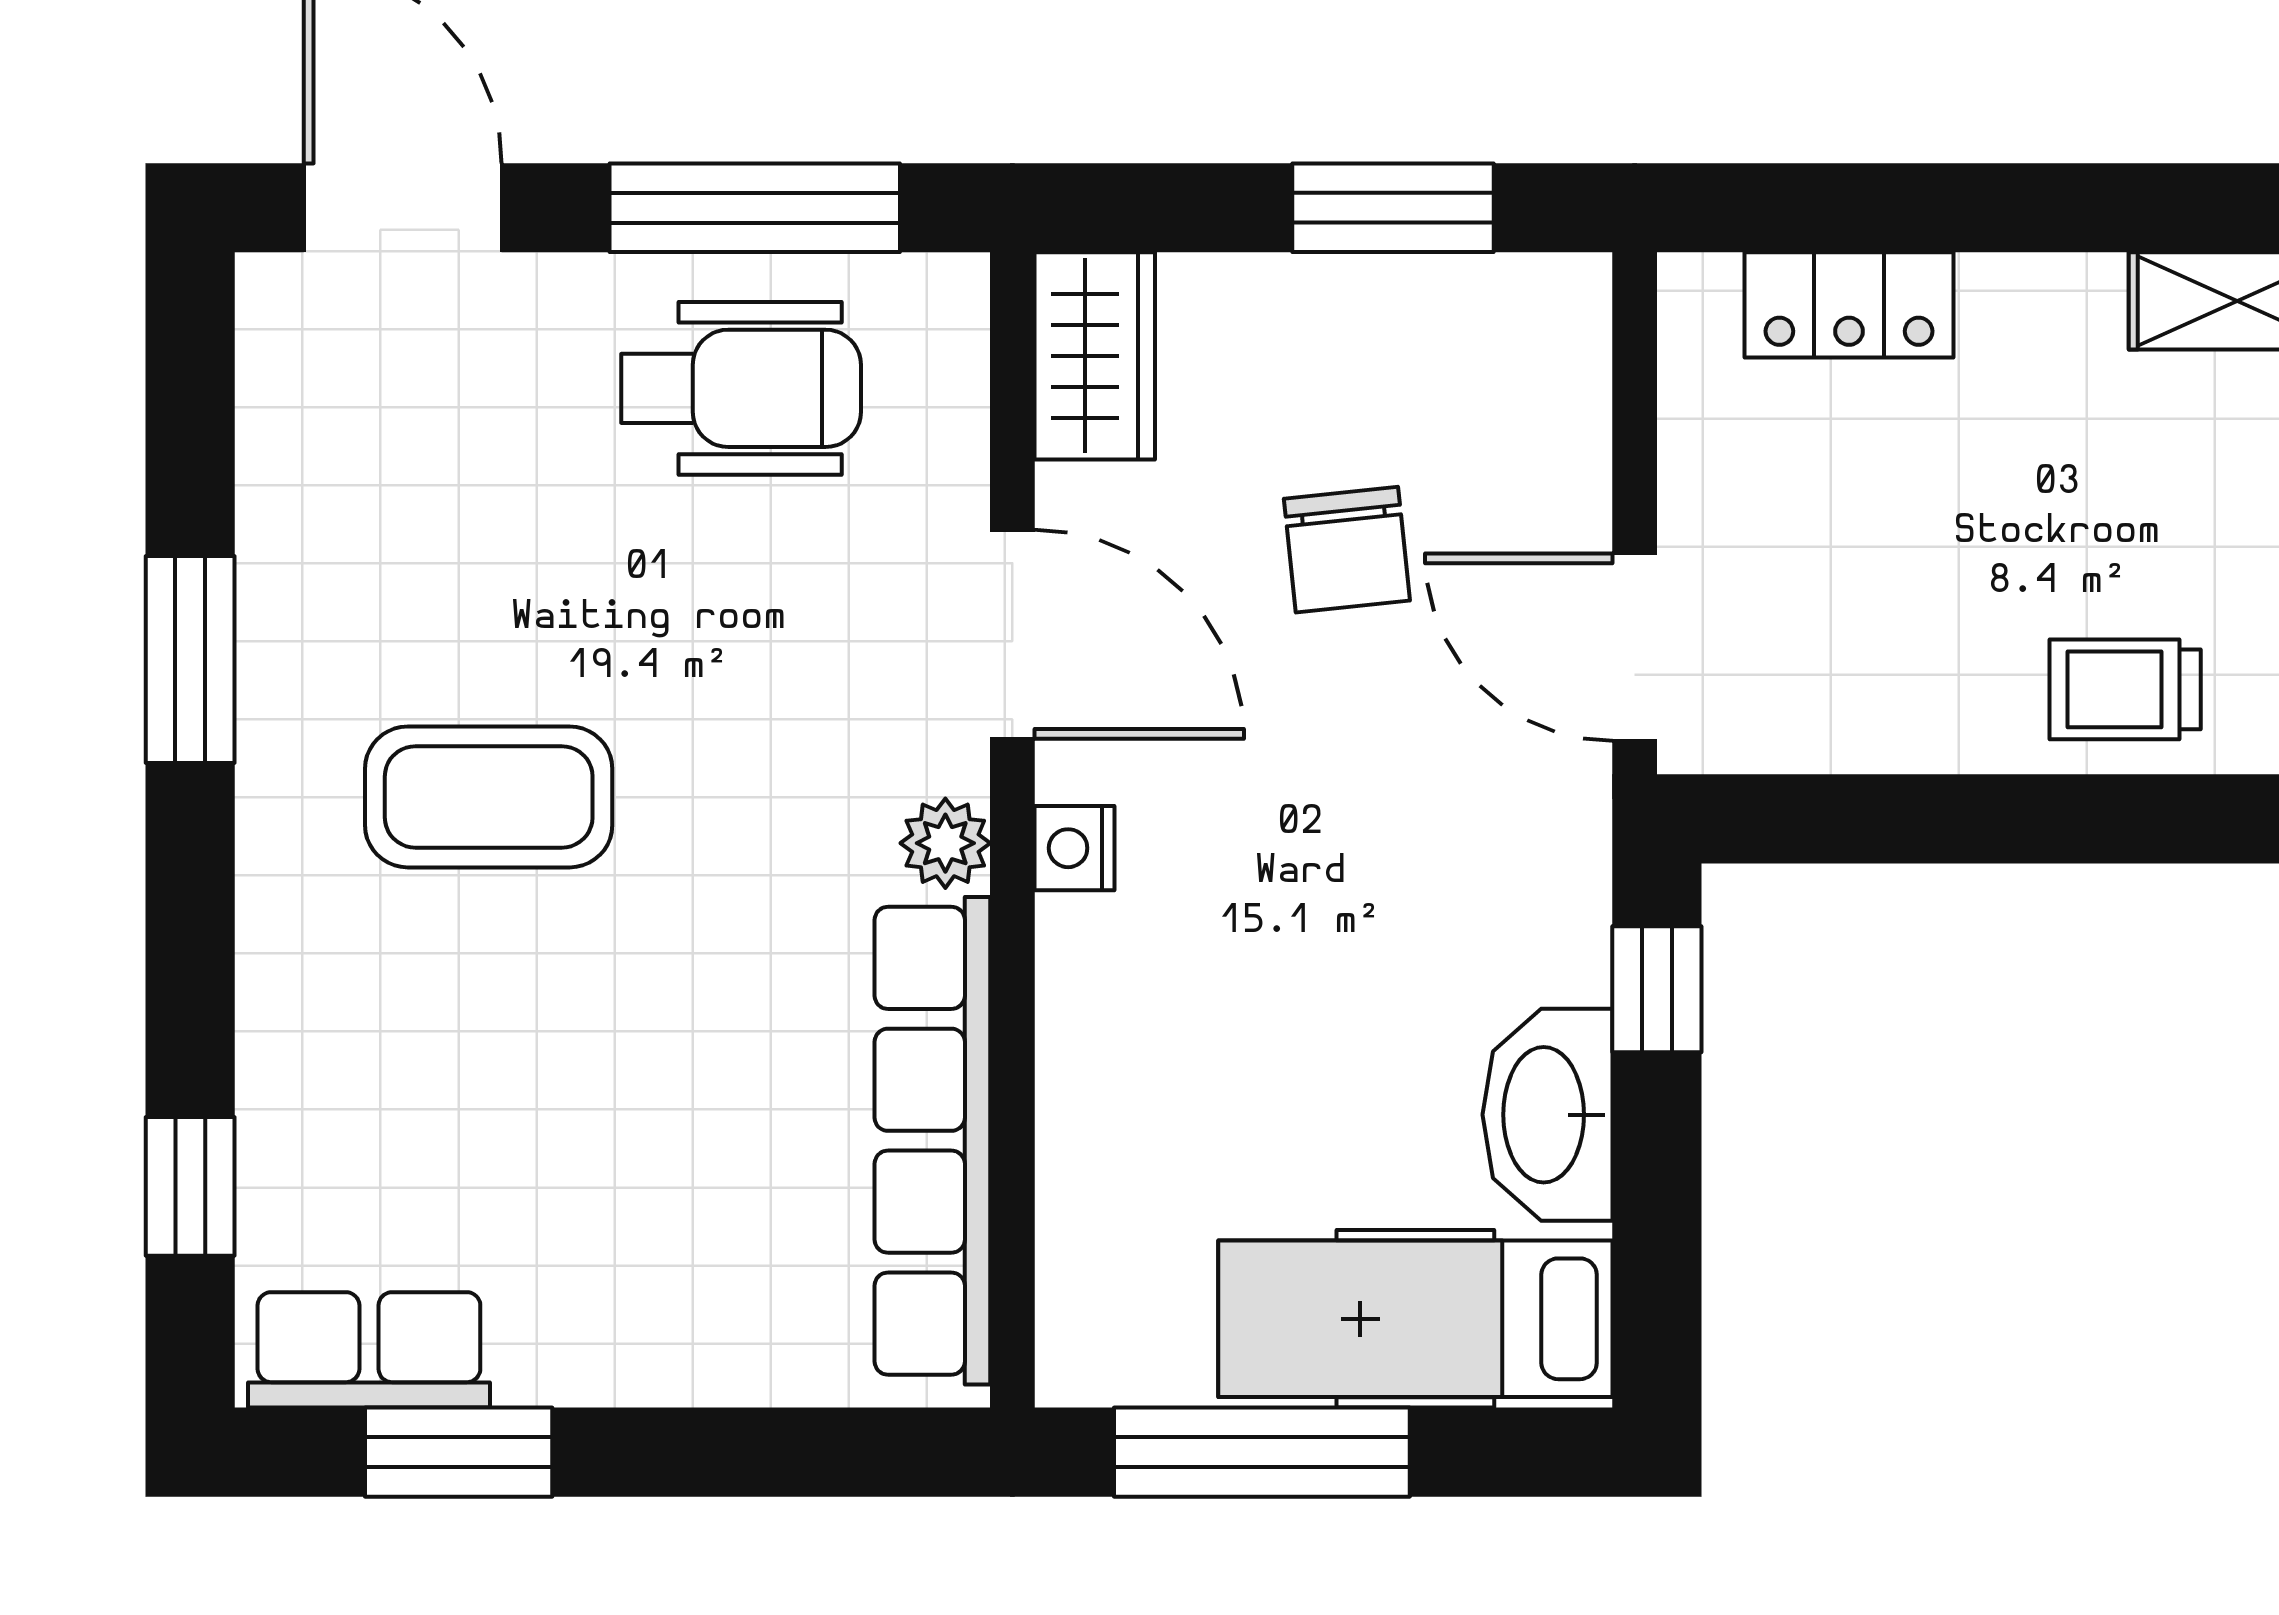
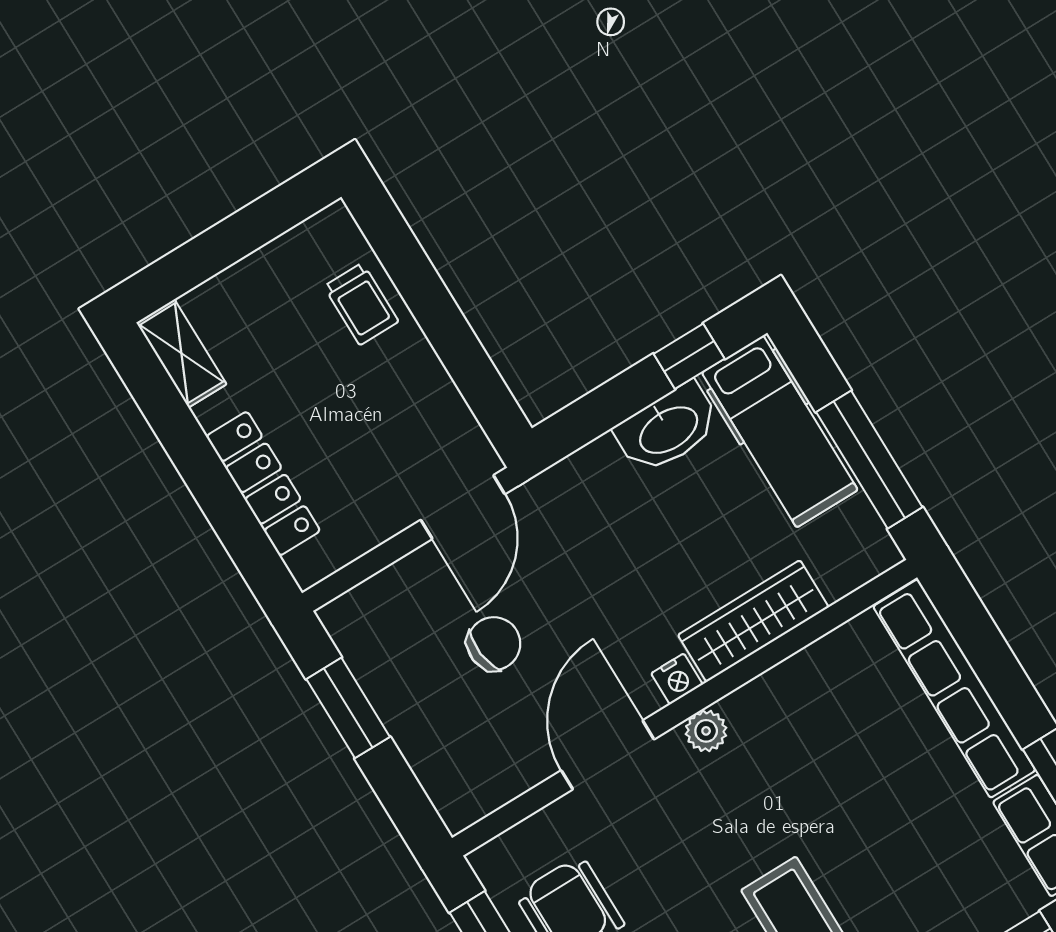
locker: (1849, 305) -> (263, 484), width x1.53
wardrobe: (1095, 356) -> (753, 621), moved, width x1.50
window: (1657, 989) -> (689, 356), moved
row of seats: (932, 1141) -> (954, 688), moved, turned 90

